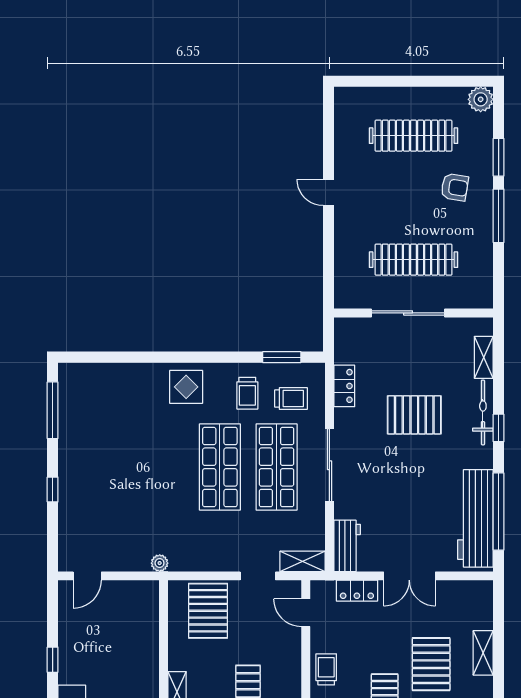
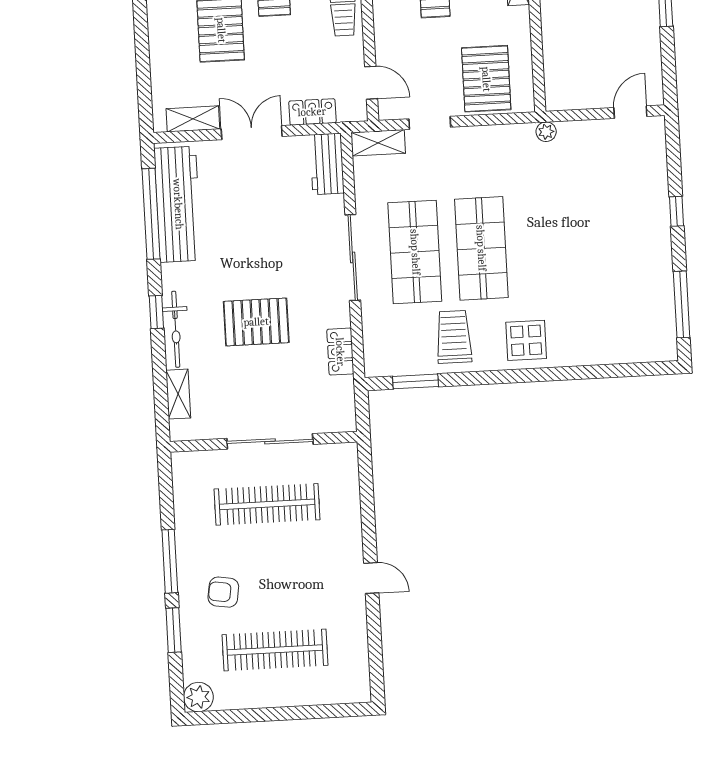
trolley: (247, 393) -> (454, 337), width x1.36, depth x1.39
trolley: (291, 399) -> (402, 333), removed
shelving: (483, 653) -> (193, 119), moved, turned 90

